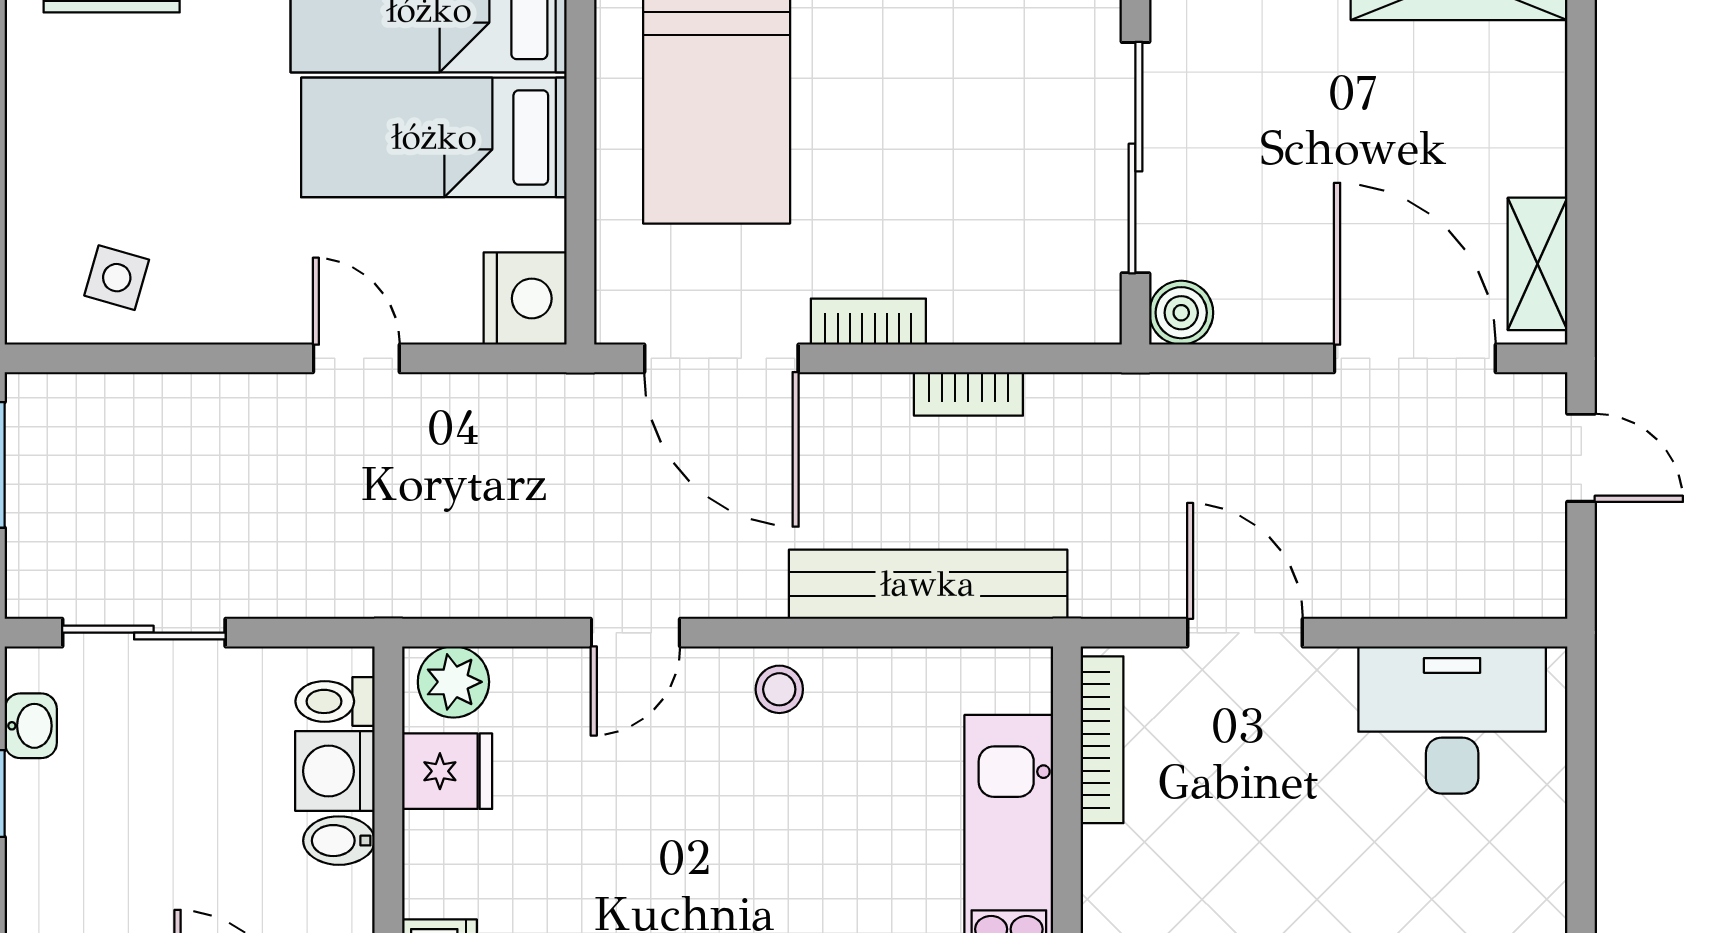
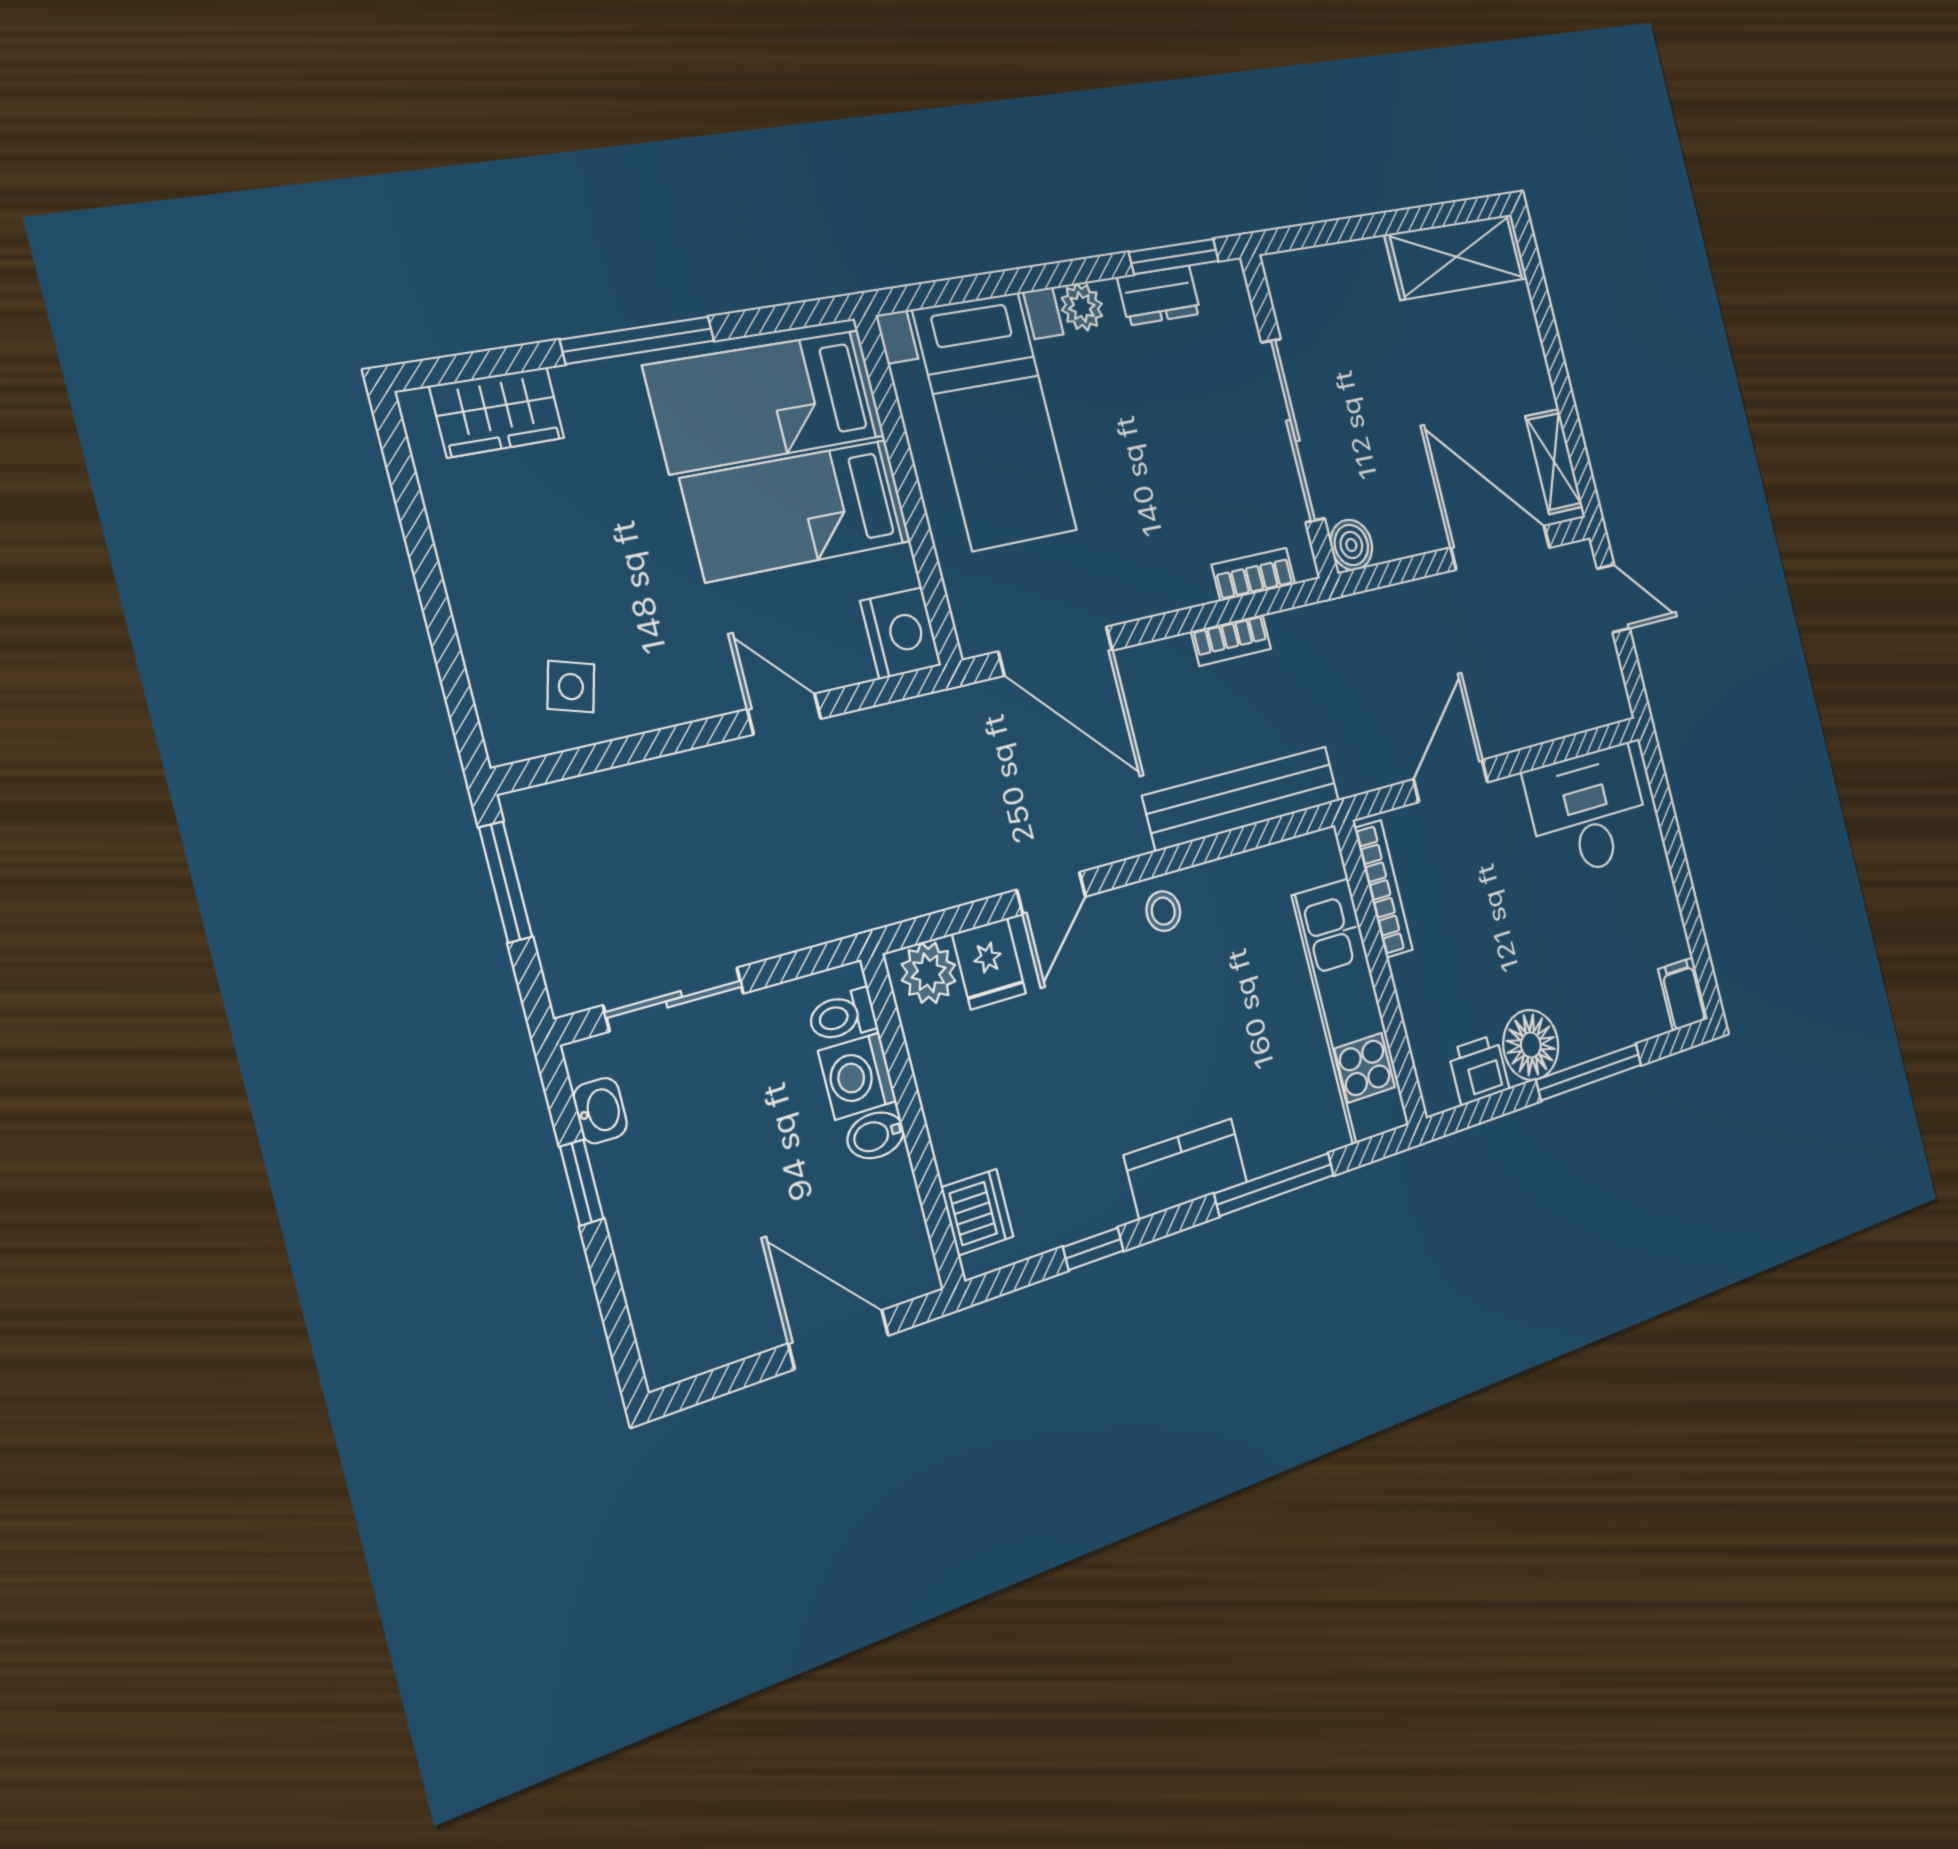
bookcase: (868, 322) -> (1253, 574), moved
door: (1245, 633) -> (1451, 781), hinge flipped
fridge: (447, 771) -> (989, 964), moved, turned 90

